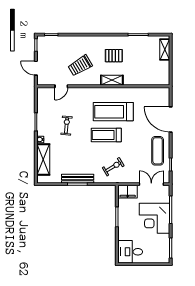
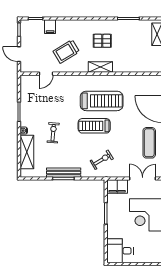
filing cabinet: (65, 42) -> (50, 27), added
treadmill: (113, 112) -> (102, 101), turned 180
exercise bike: (67, 126) -> (53, 133), moved

